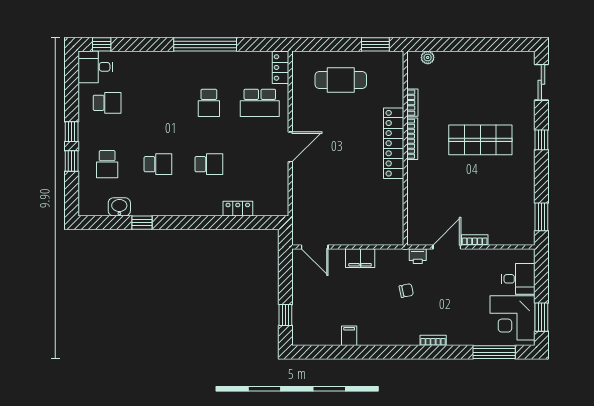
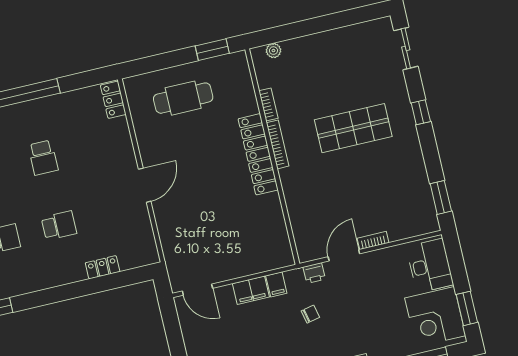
school desk: (260, 103) -> (99, 144), removed
filing cabinet: (383, 258) -> (276, 284), added
desk: (518, 279) -> (430, 266), width x1.37

